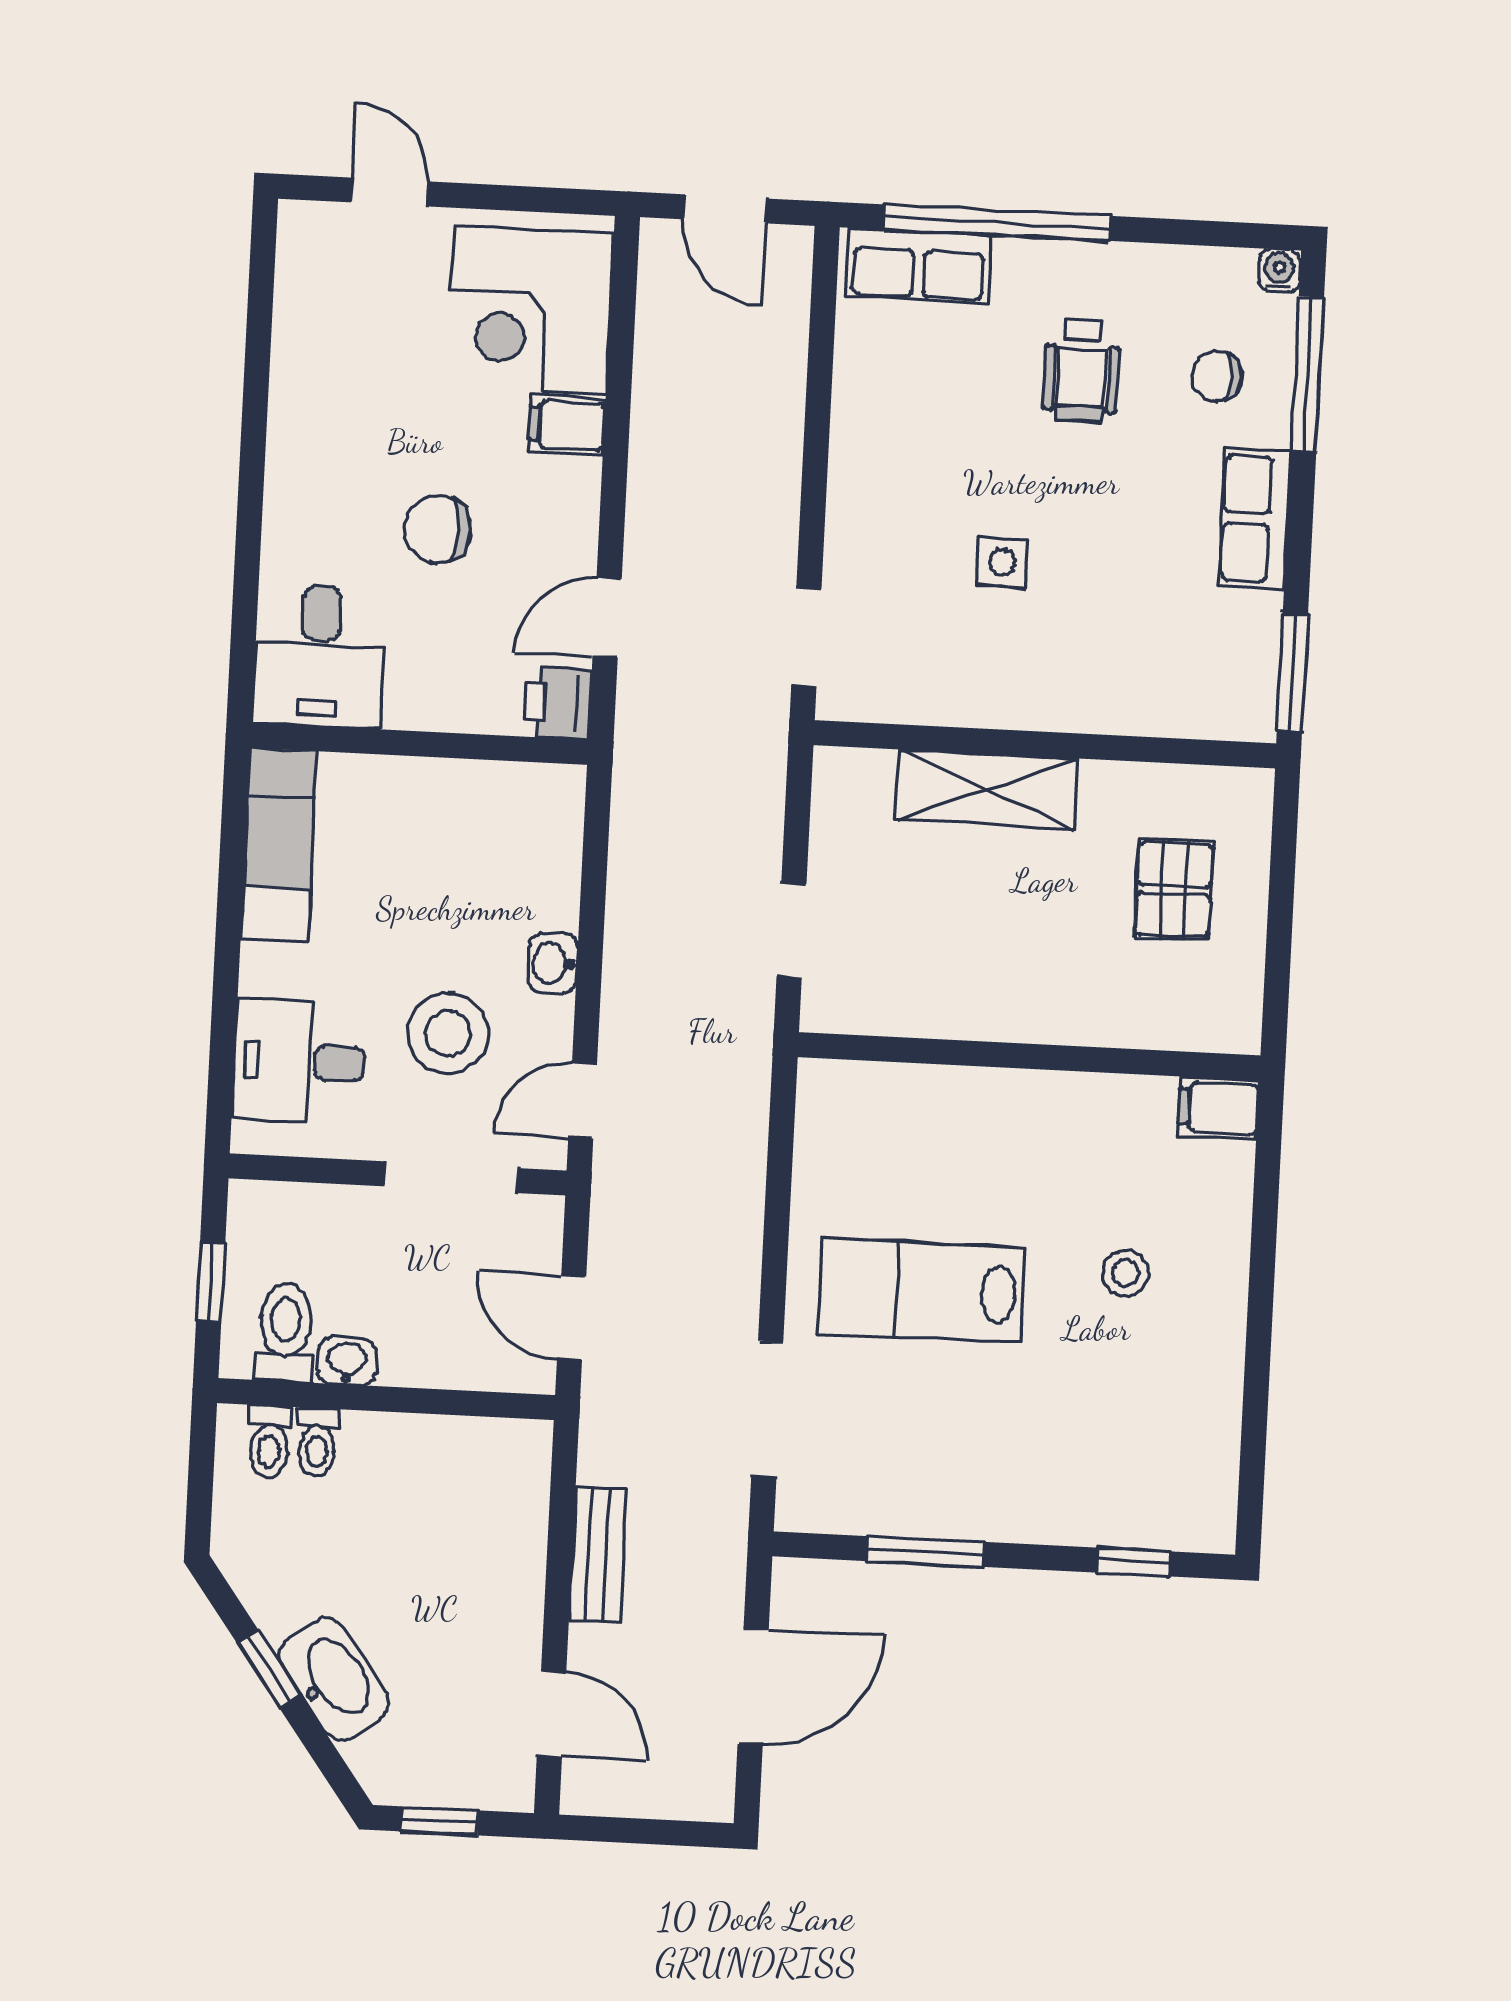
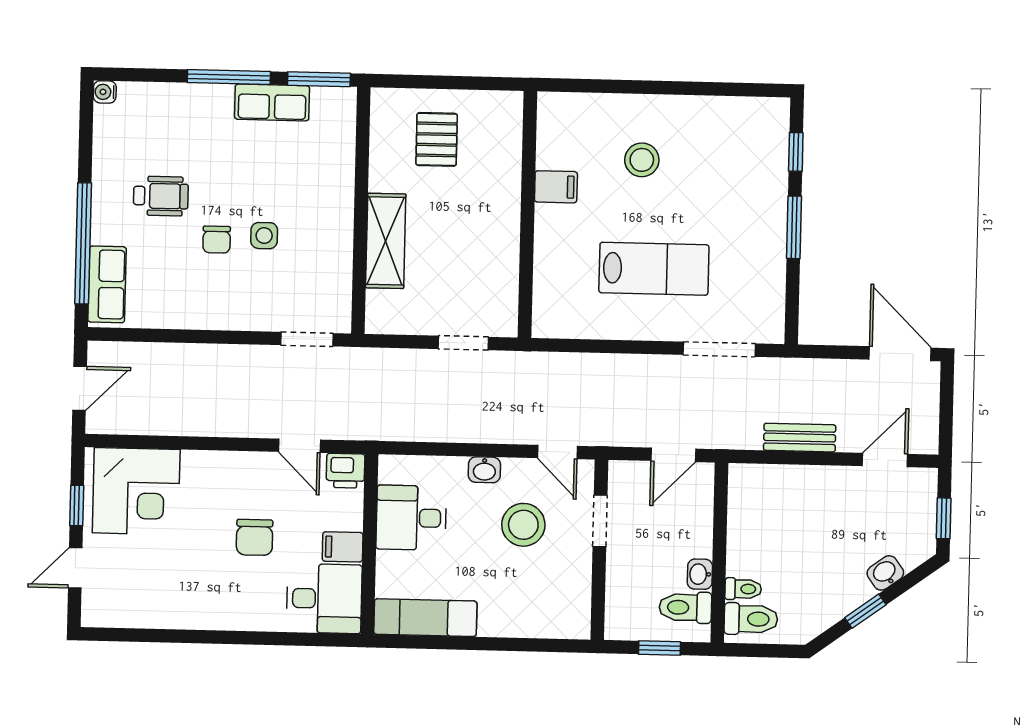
window: (506, 198) -> (77, 505), added
window: (1308, 374) -> (229, 77), moved
chair: (1217, 376) -> (217, 240), moved
filing cabinet: (567, 425) -> (343, 547), moved, turned 90
row of seats: (1255, 519) -> (272, 102), moved
pallet: (1174, 890) -> (437, 139), turned 90
desk: (299, 1061) -> (411, 518), moved, turned 90
filing cabinet: (1218, 1108) -> (556, 187), moved, turned -90
doorway: (451, 1177) -> (600, 521), width x0.73
stool: (1126, 1273) -> (642, 160), width x1.37, depth x1.37
lab bench: (921, 1290) -> (654, 269), turned -90
toilet: (269, 1441) -> (751, 619), width x1.37, depth x1.39
window: (925, 1551) -> (794, 227), moved
washbasin: (334, 1679) -> (885, 573), width x0.52, depth x0.69
door: (753, 1687) -> (900, 354), moved

